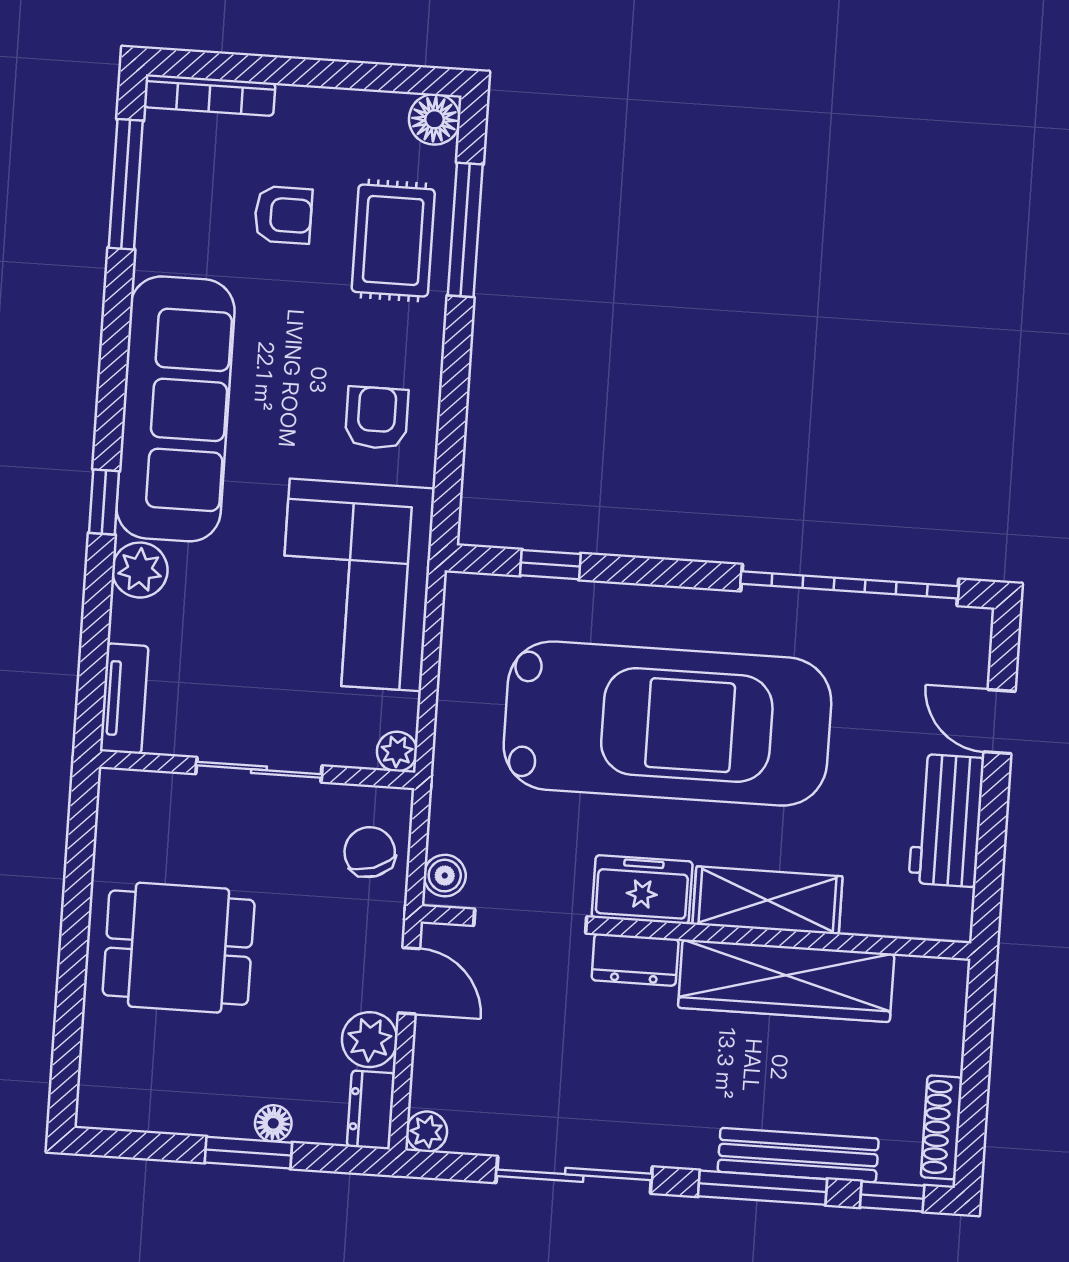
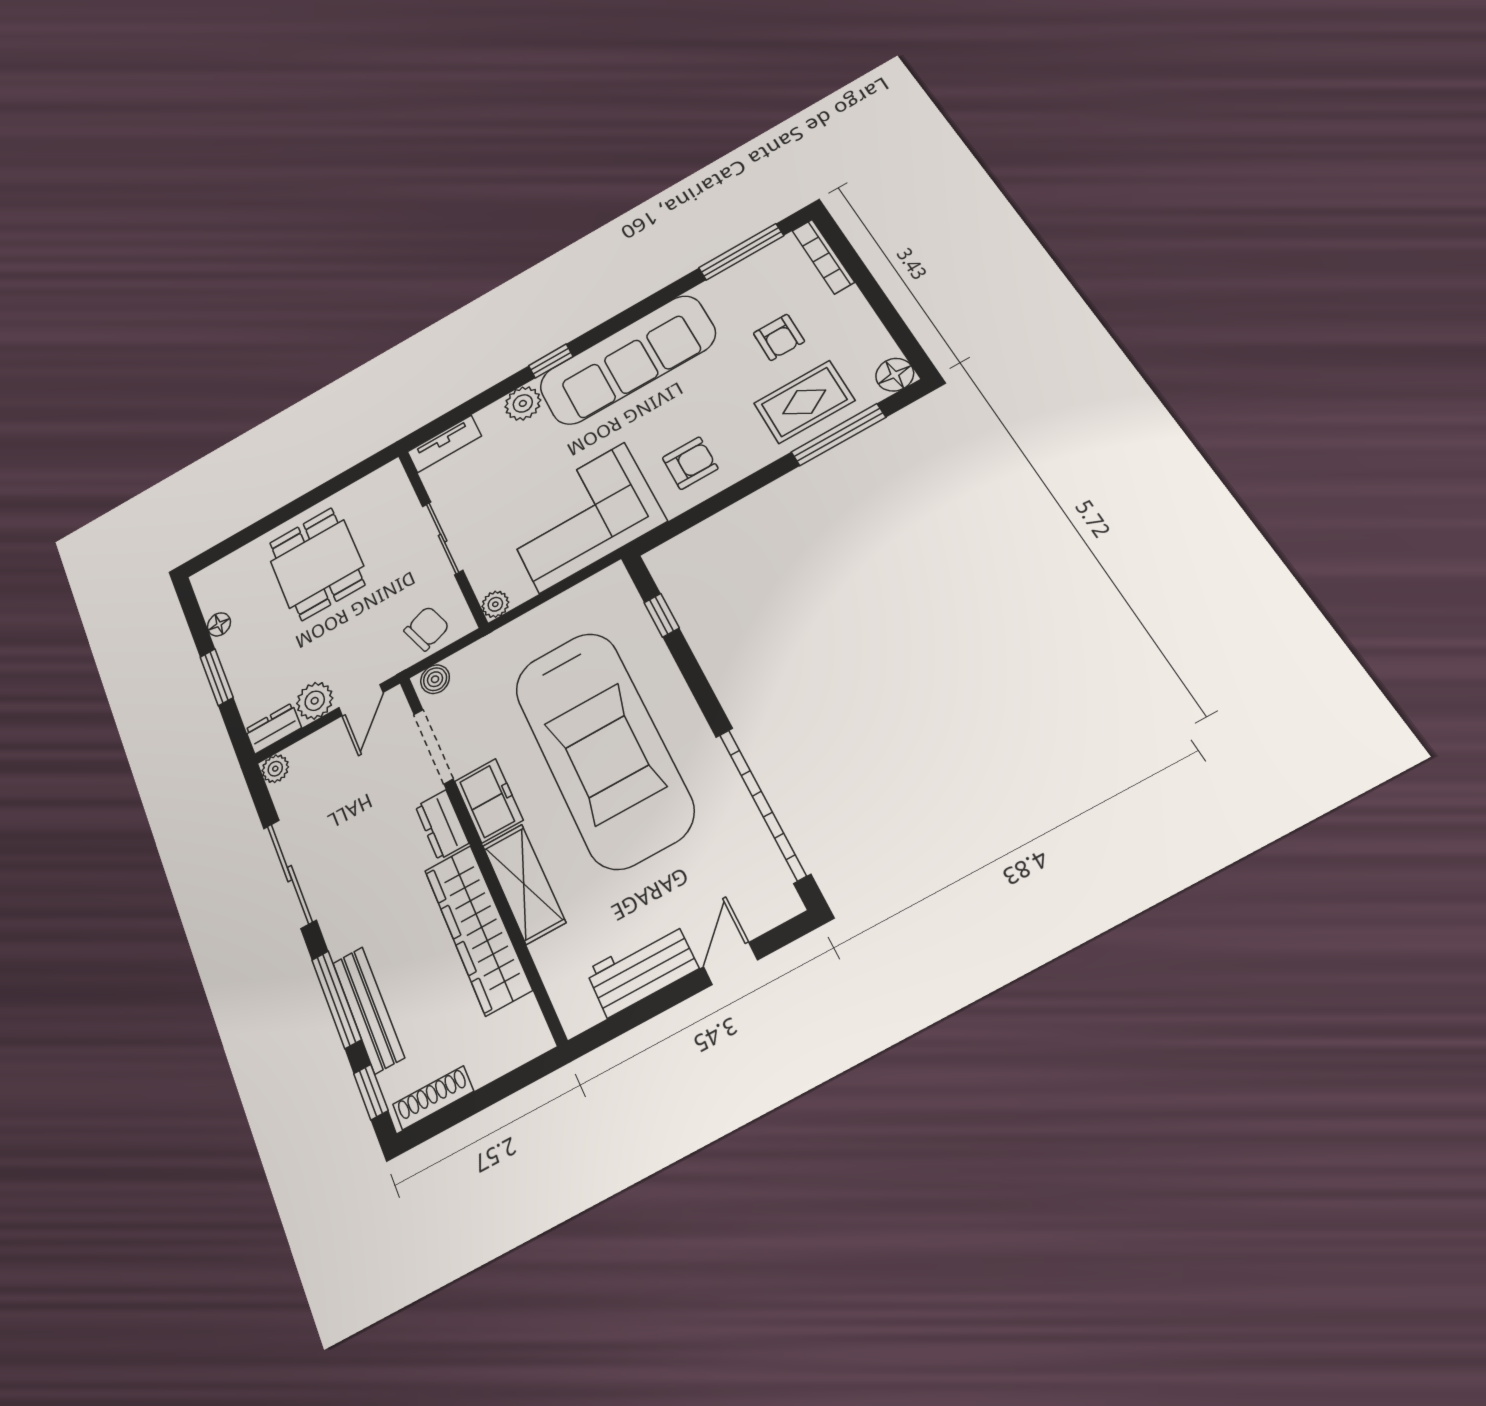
floor lamp: (273, 1123) -> (219, 624), moved

